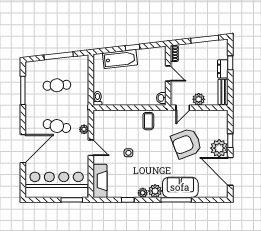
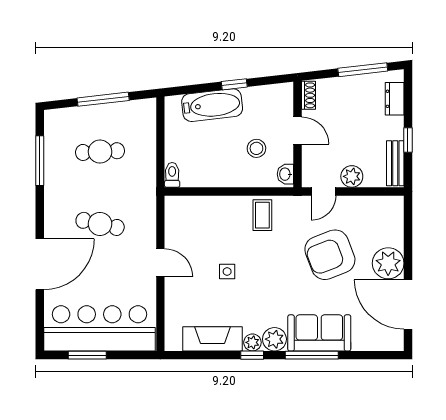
window: (230, 63) -> (408, 140), moved
dresser: (223, 69) -> (395, 99), moved
stool: (145, 83) -> (256, 148), added
plant: (84, 129) -> (148, 230), removed
window: (230, 141) -> (408, 250), removed
fireplace: (100, 181) -> (213, 339), moved, turned -90
window: (72, 200) -> (87, 355), moved
window: (128, 200) -> (252, 355), moved

